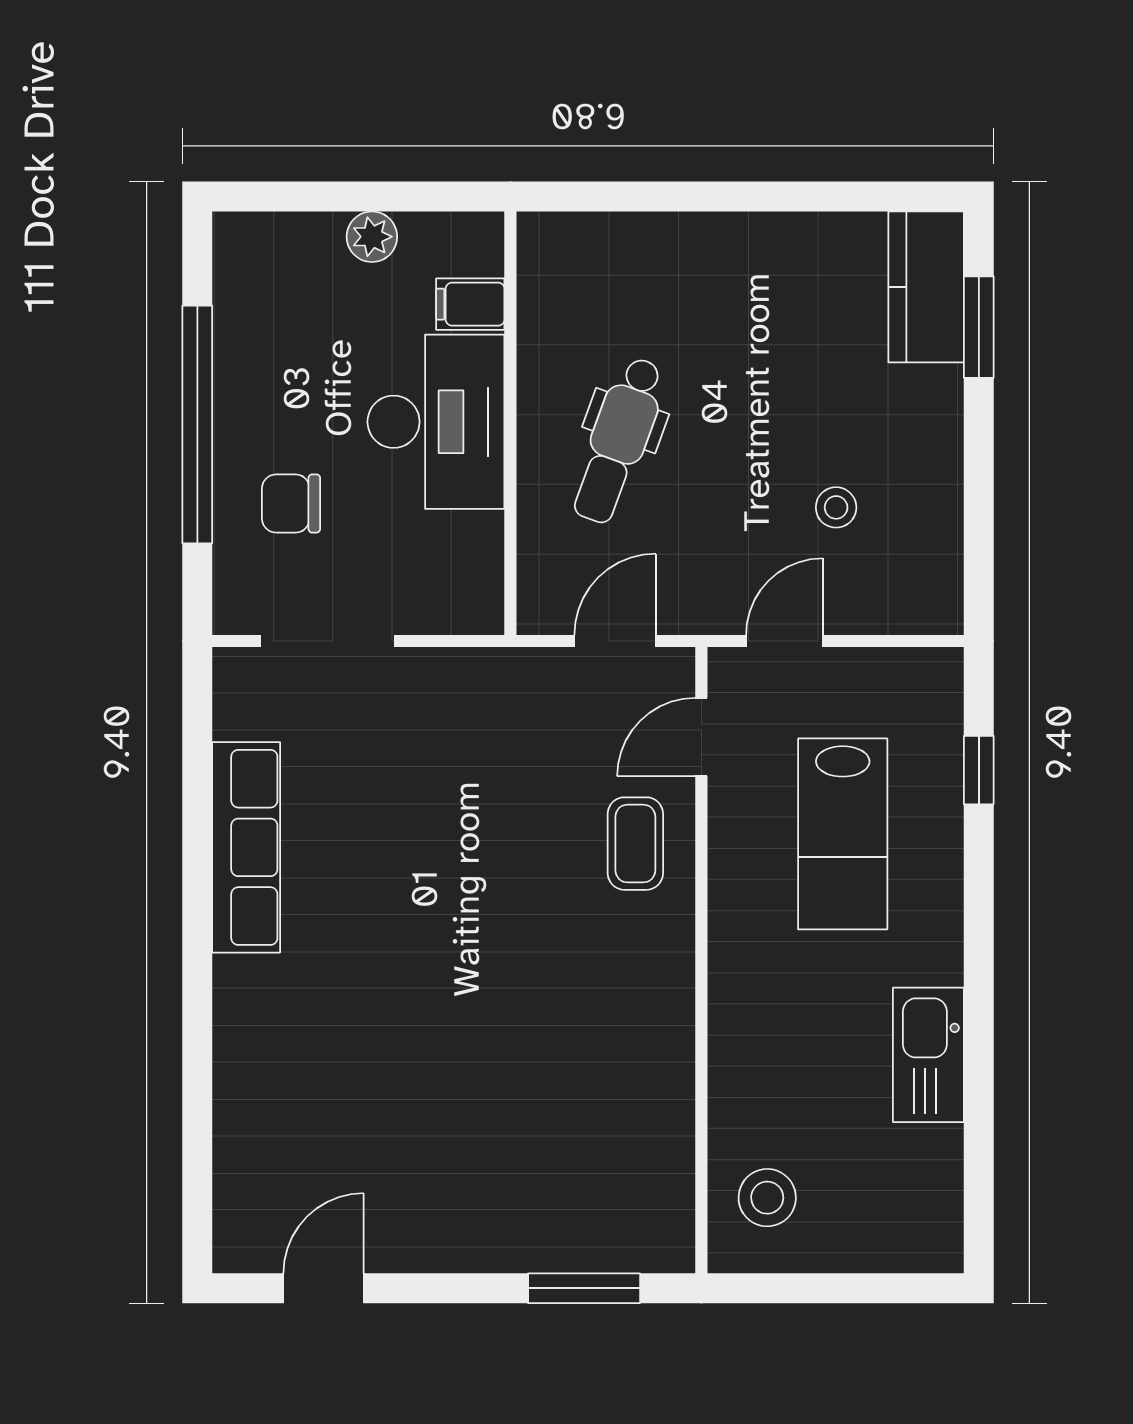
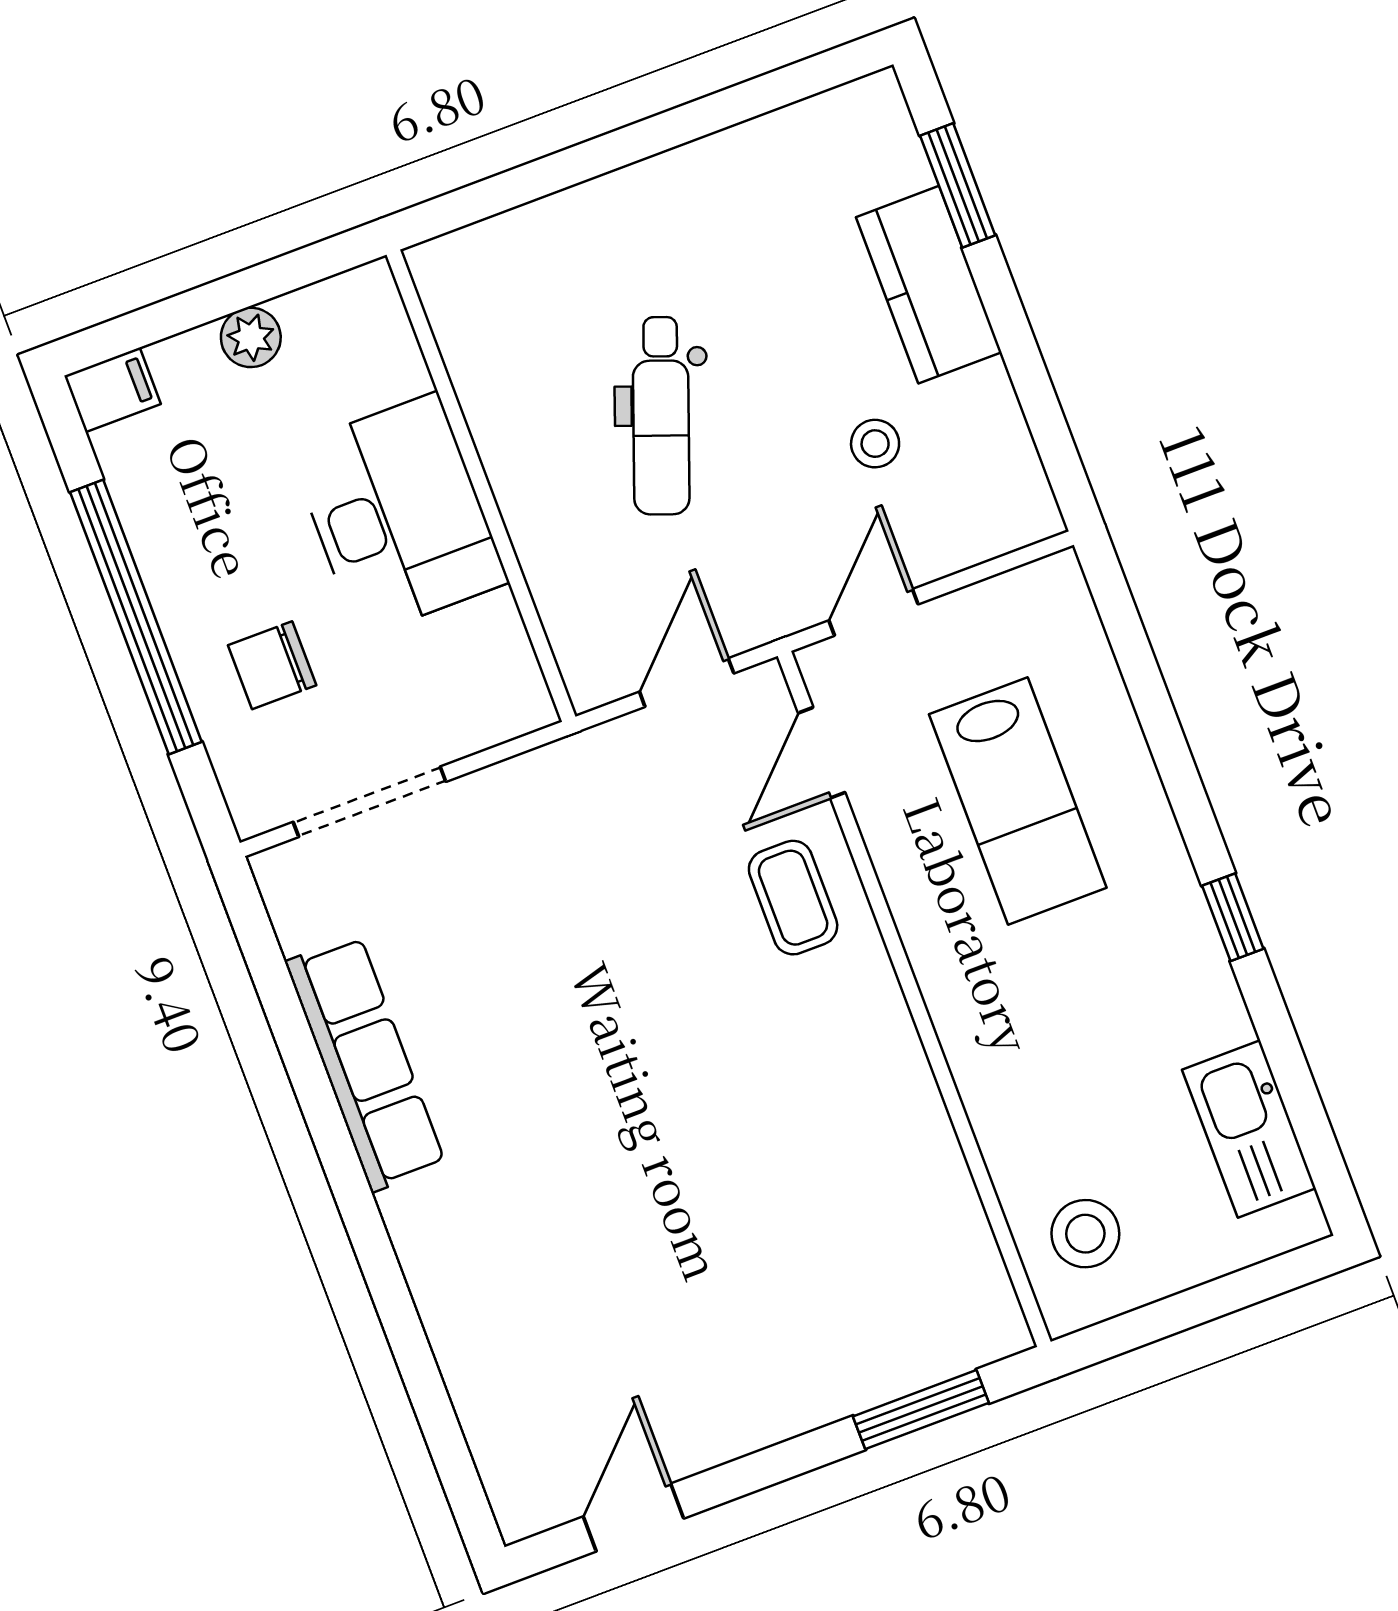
kitchen counter: (926, 287) -> (929, 285), moved
filing cabinet: (470, 304) -> (112, 390), moved, turned 180
dental chair: (619, 440) -> (661, 416), moved
window: (979, 770) -> (1233, 917), moved
kitchen sink: (928, 1055) -> (1249, 1129), moved

